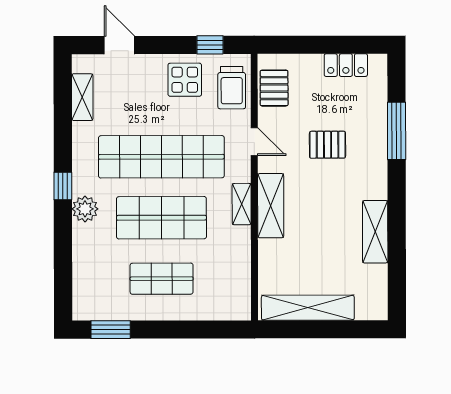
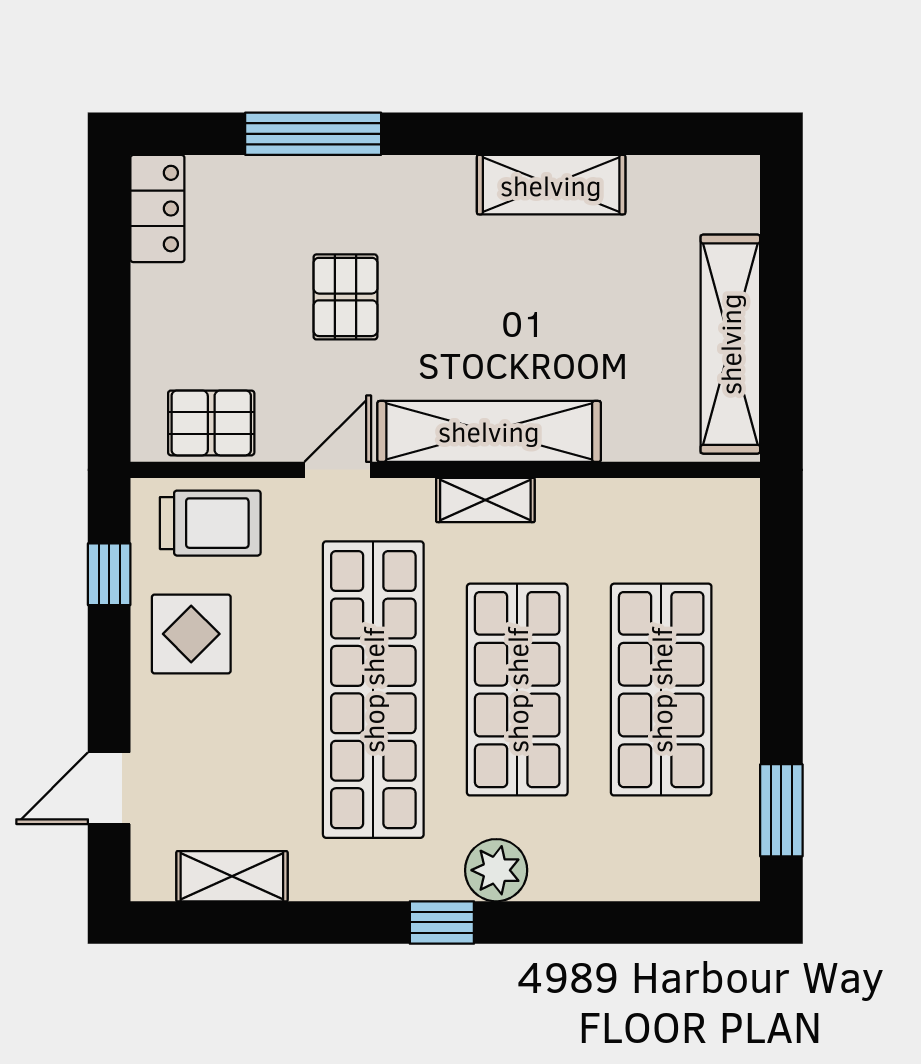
locker: (346, 65) -> (157, 209), moved
shelving: (271, 206) -> (489, 431), width x1.47
shop shelf: (162, 279) -> (661, 690), width x1.43, depth x1.36

